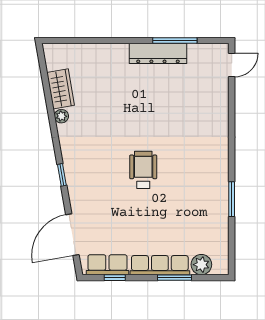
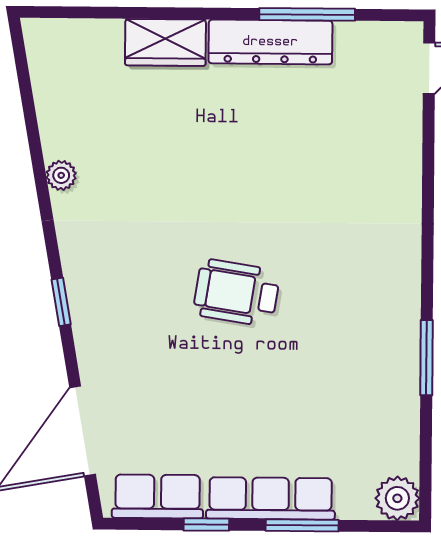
wardrobe: (61, 89) -> (165, 42), moved, turned 100
wheelchair: (143, 170) -> (237, 293), turned -81
plant: (201, 265) -> (397, 498), moved
window: (115, 278) -> (206, 525), moved

